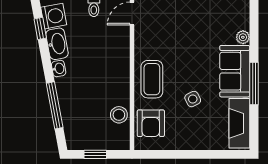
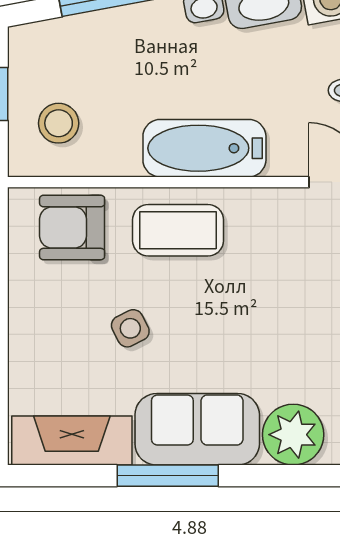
plant: (243, 37) -> (293, 435), width x1.87, depth x1.87
bathtub: (118, 68) -> (204, 148), added
stool: (119, 115) -> (59, 123), moved

